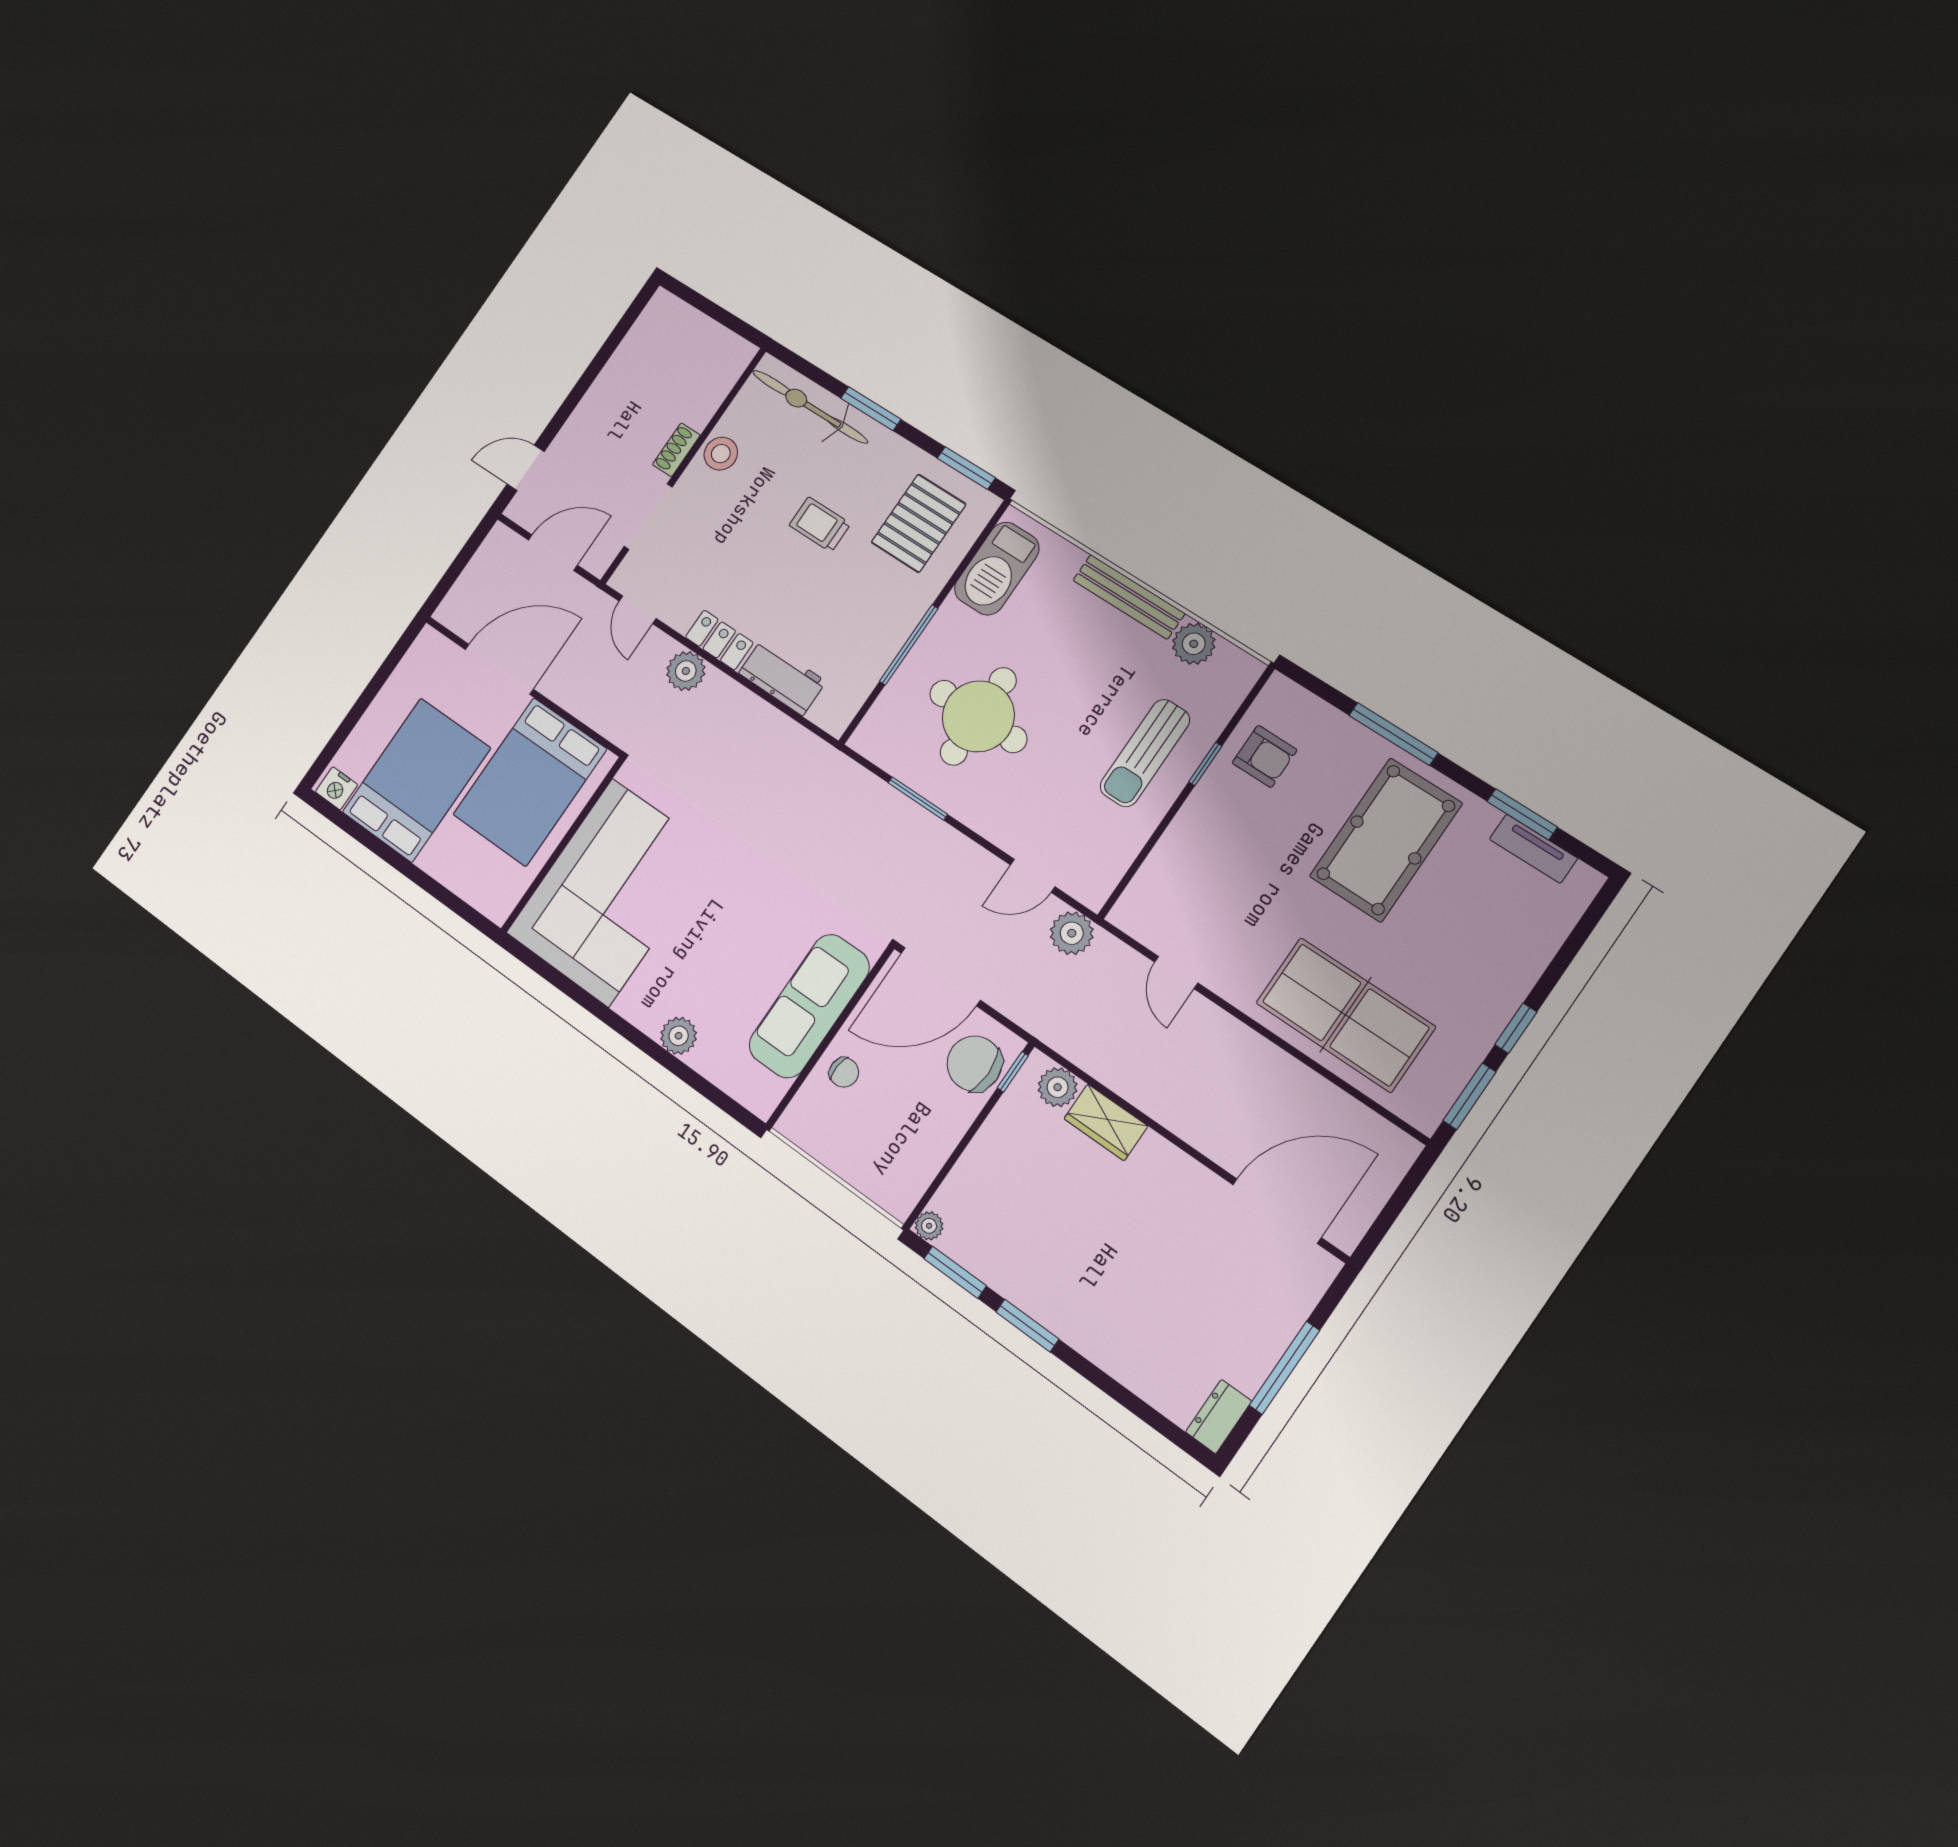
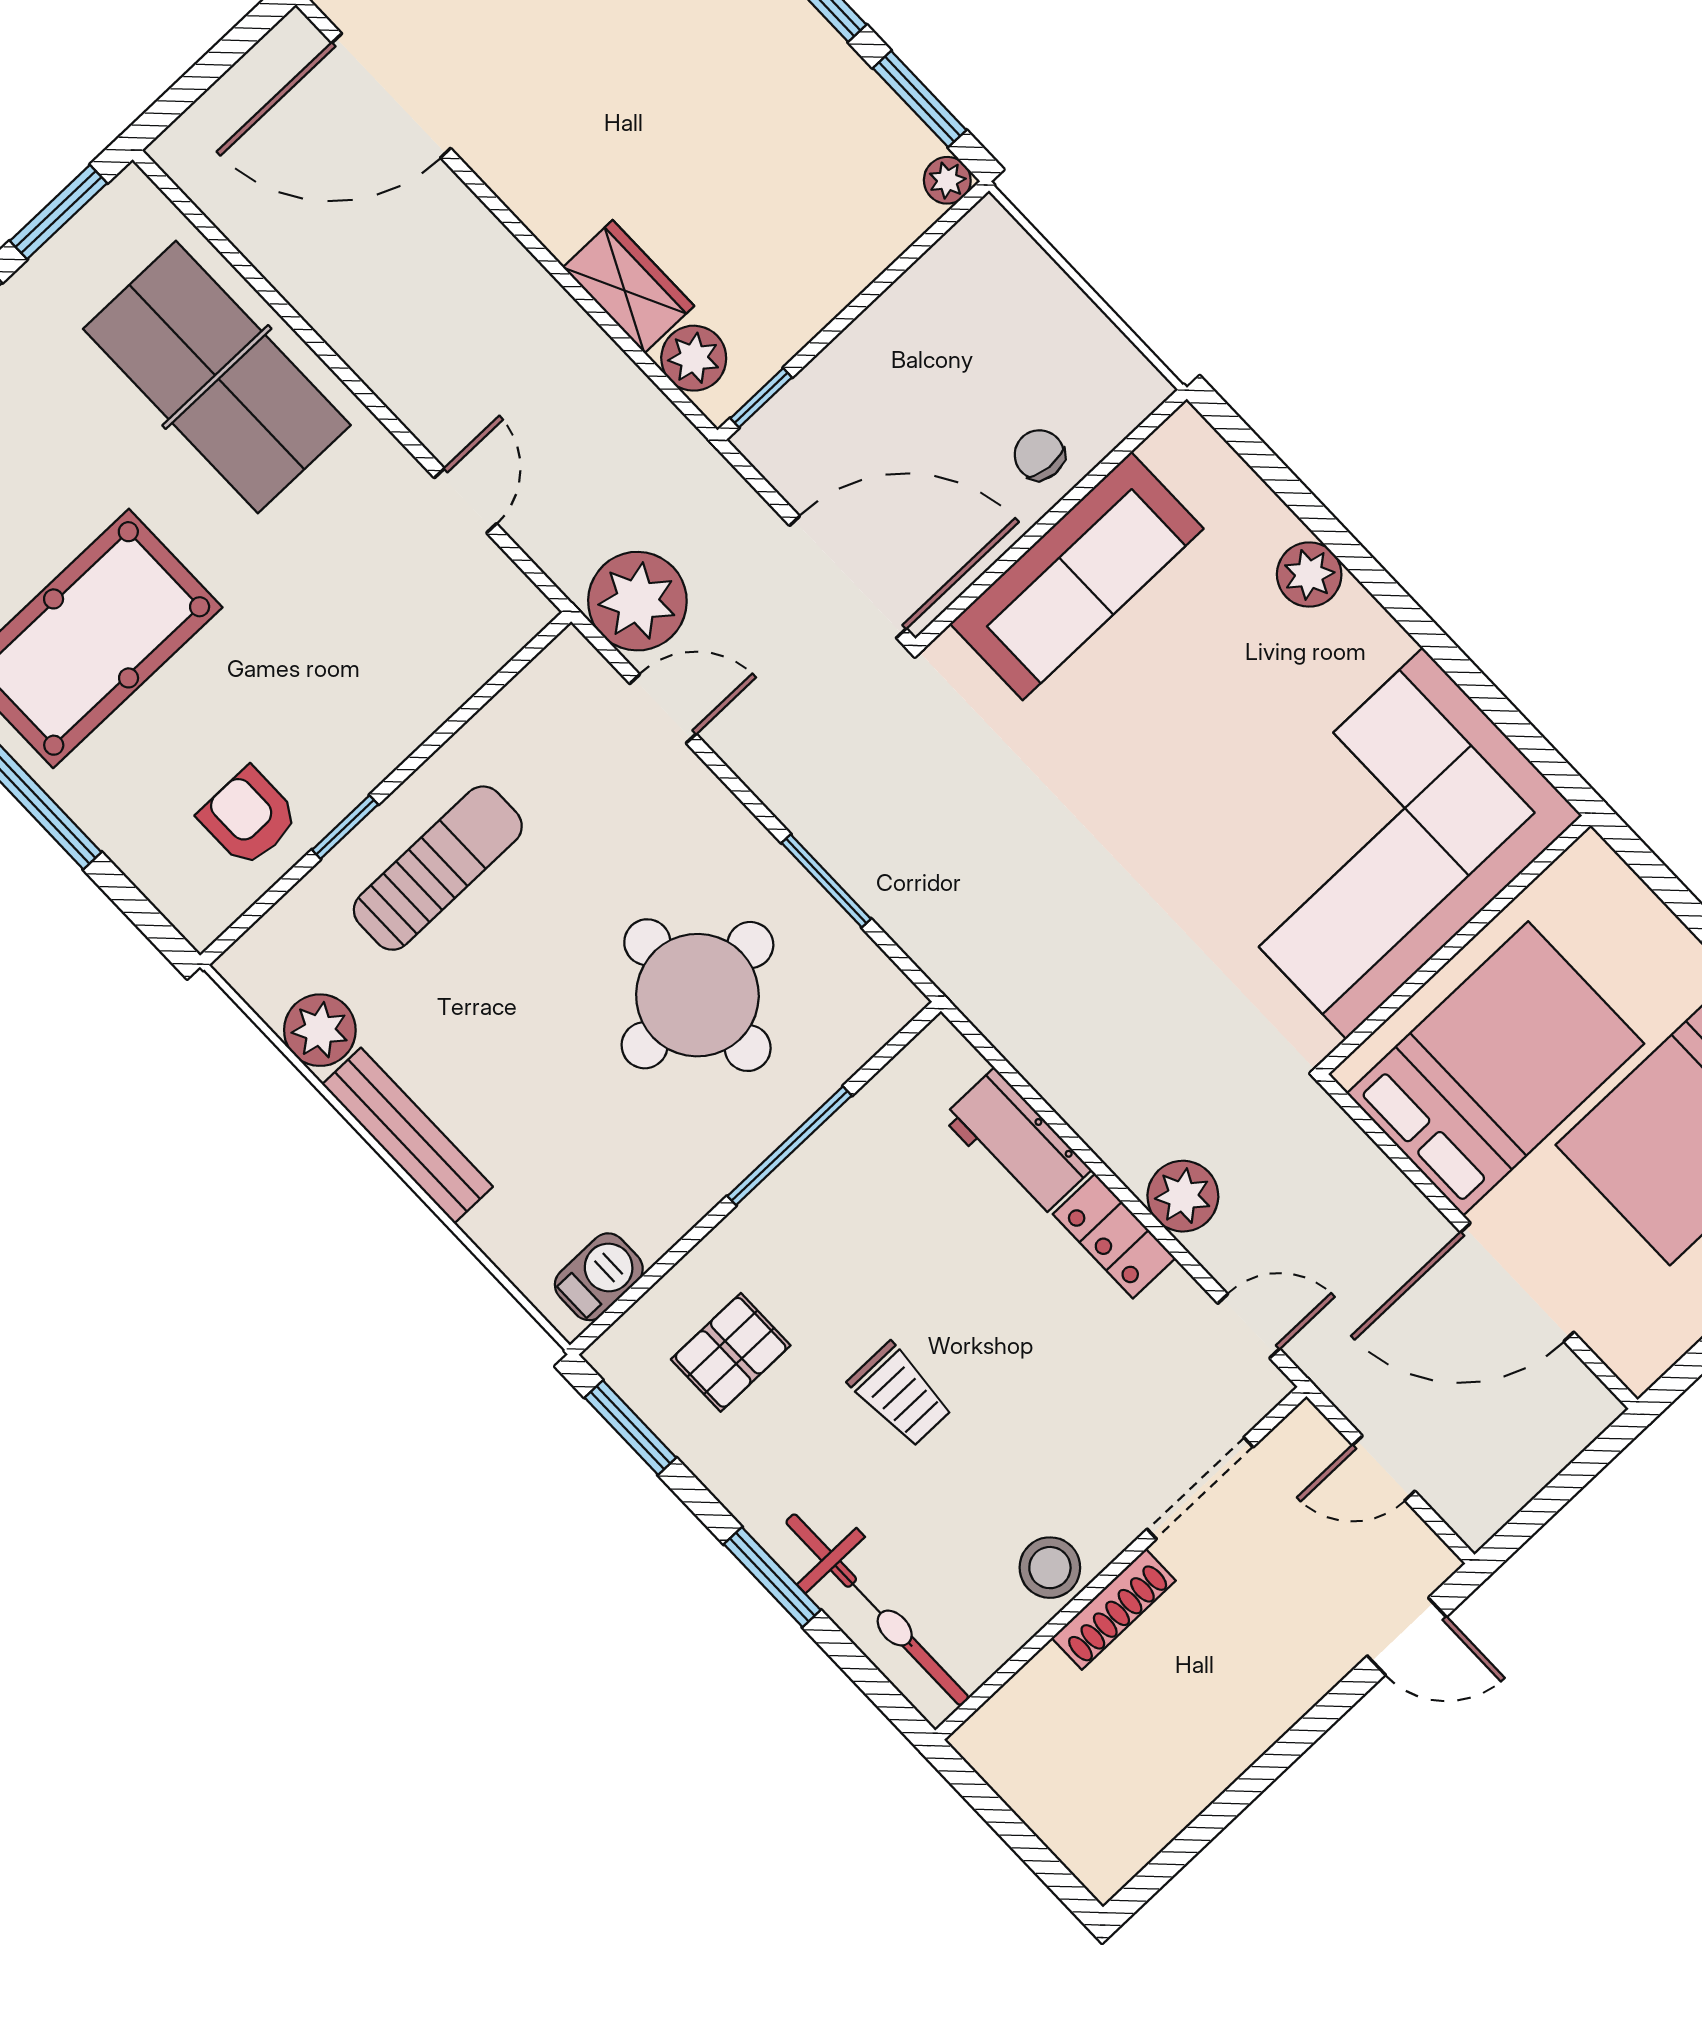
shoe rack: (676, 450) -> (1114, 1609), width x1.43
pallet: (919, 523) -> (731, 1352), width x0.67, depth x0.71
door: (553, 553) -> (1384, 1468), width x0.73
barbecue: (997, 569) -> (599, 1277), width x0.53, depth x0.65
door: (638, 610) -> (1249, 1326), hinge flipped
plant: (1072, 933) -> (637, 601), width x1.36, depth x1.36
chair: (974, 1064) -> (821, 424), removed

